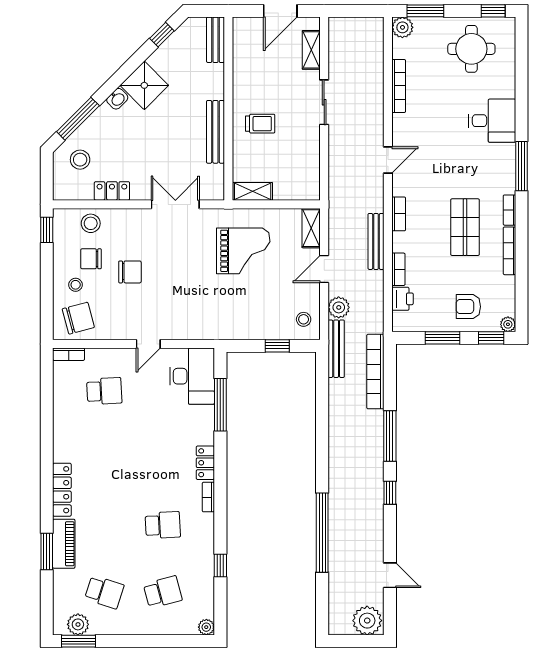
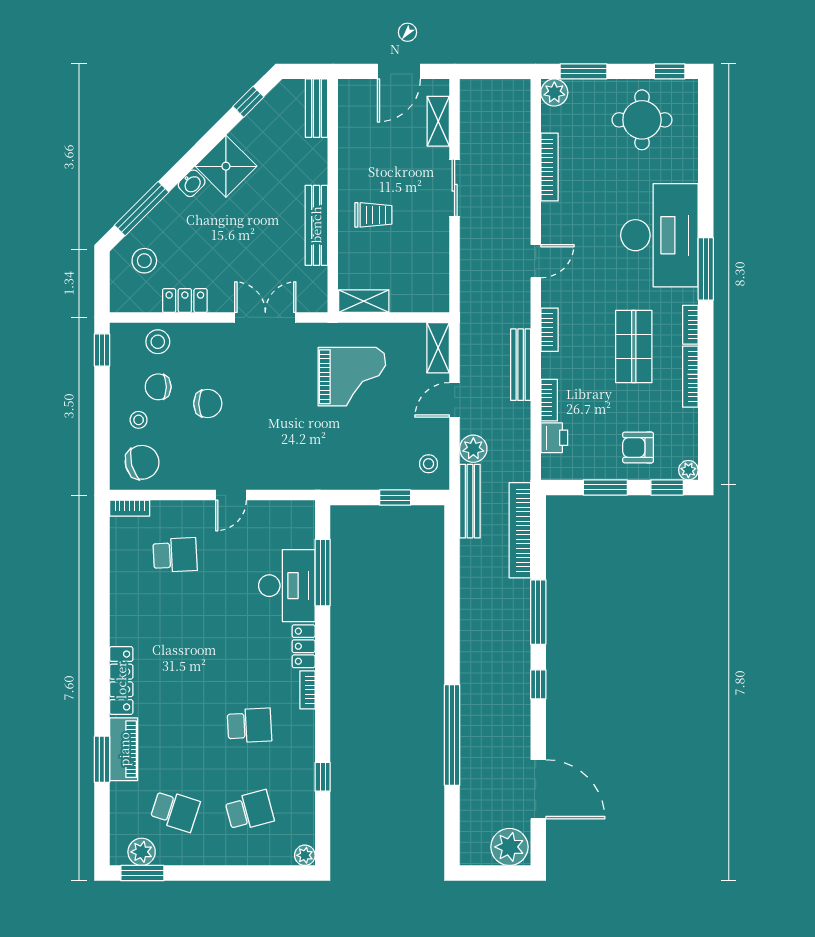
desk: (492, 121) -> (659, 235), width x1.87, depth x1.30
desk: (192, 376) -> (287, 586), moved
door: (390, 575) -> (538, 789), width x1.87

